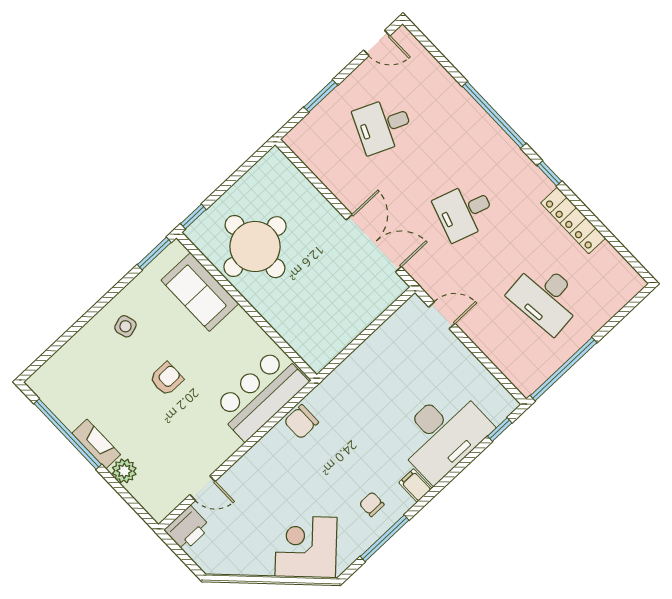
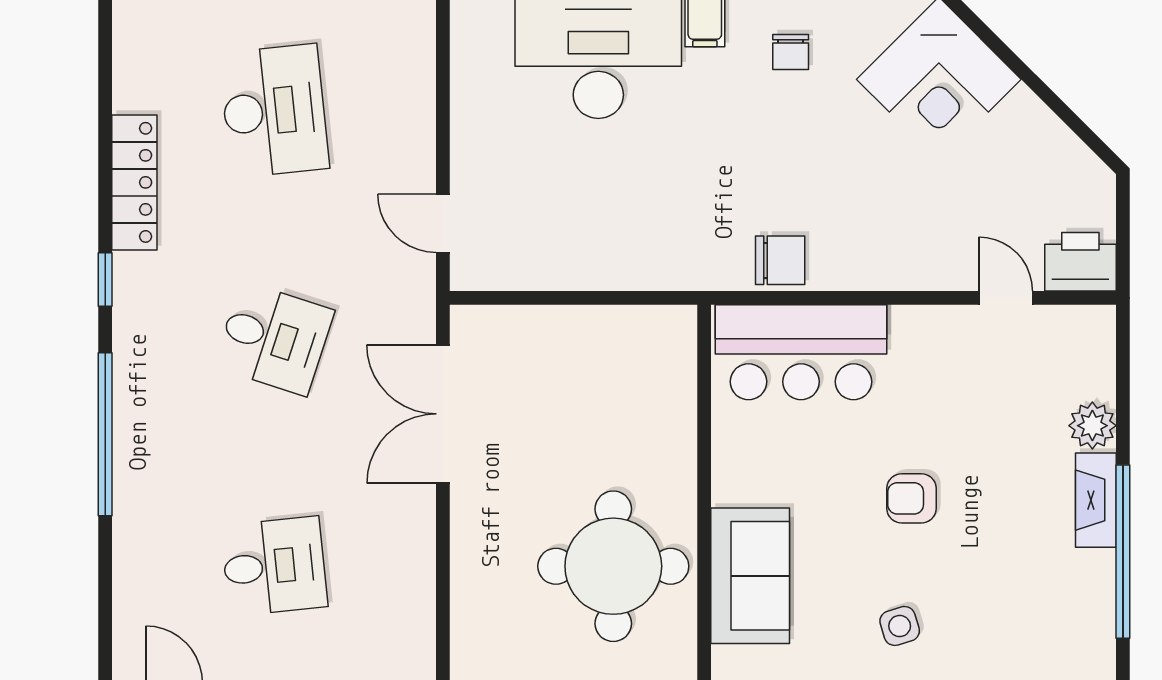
desk: (383, 125) -> (274, 566), turned -30

